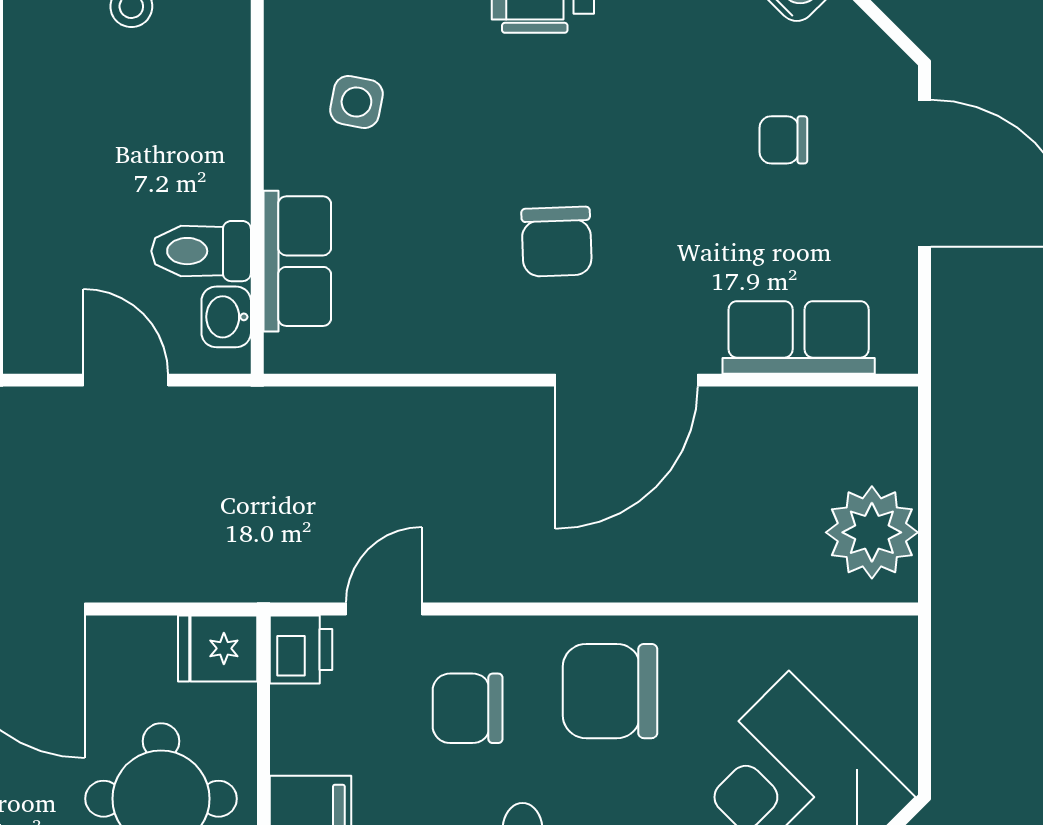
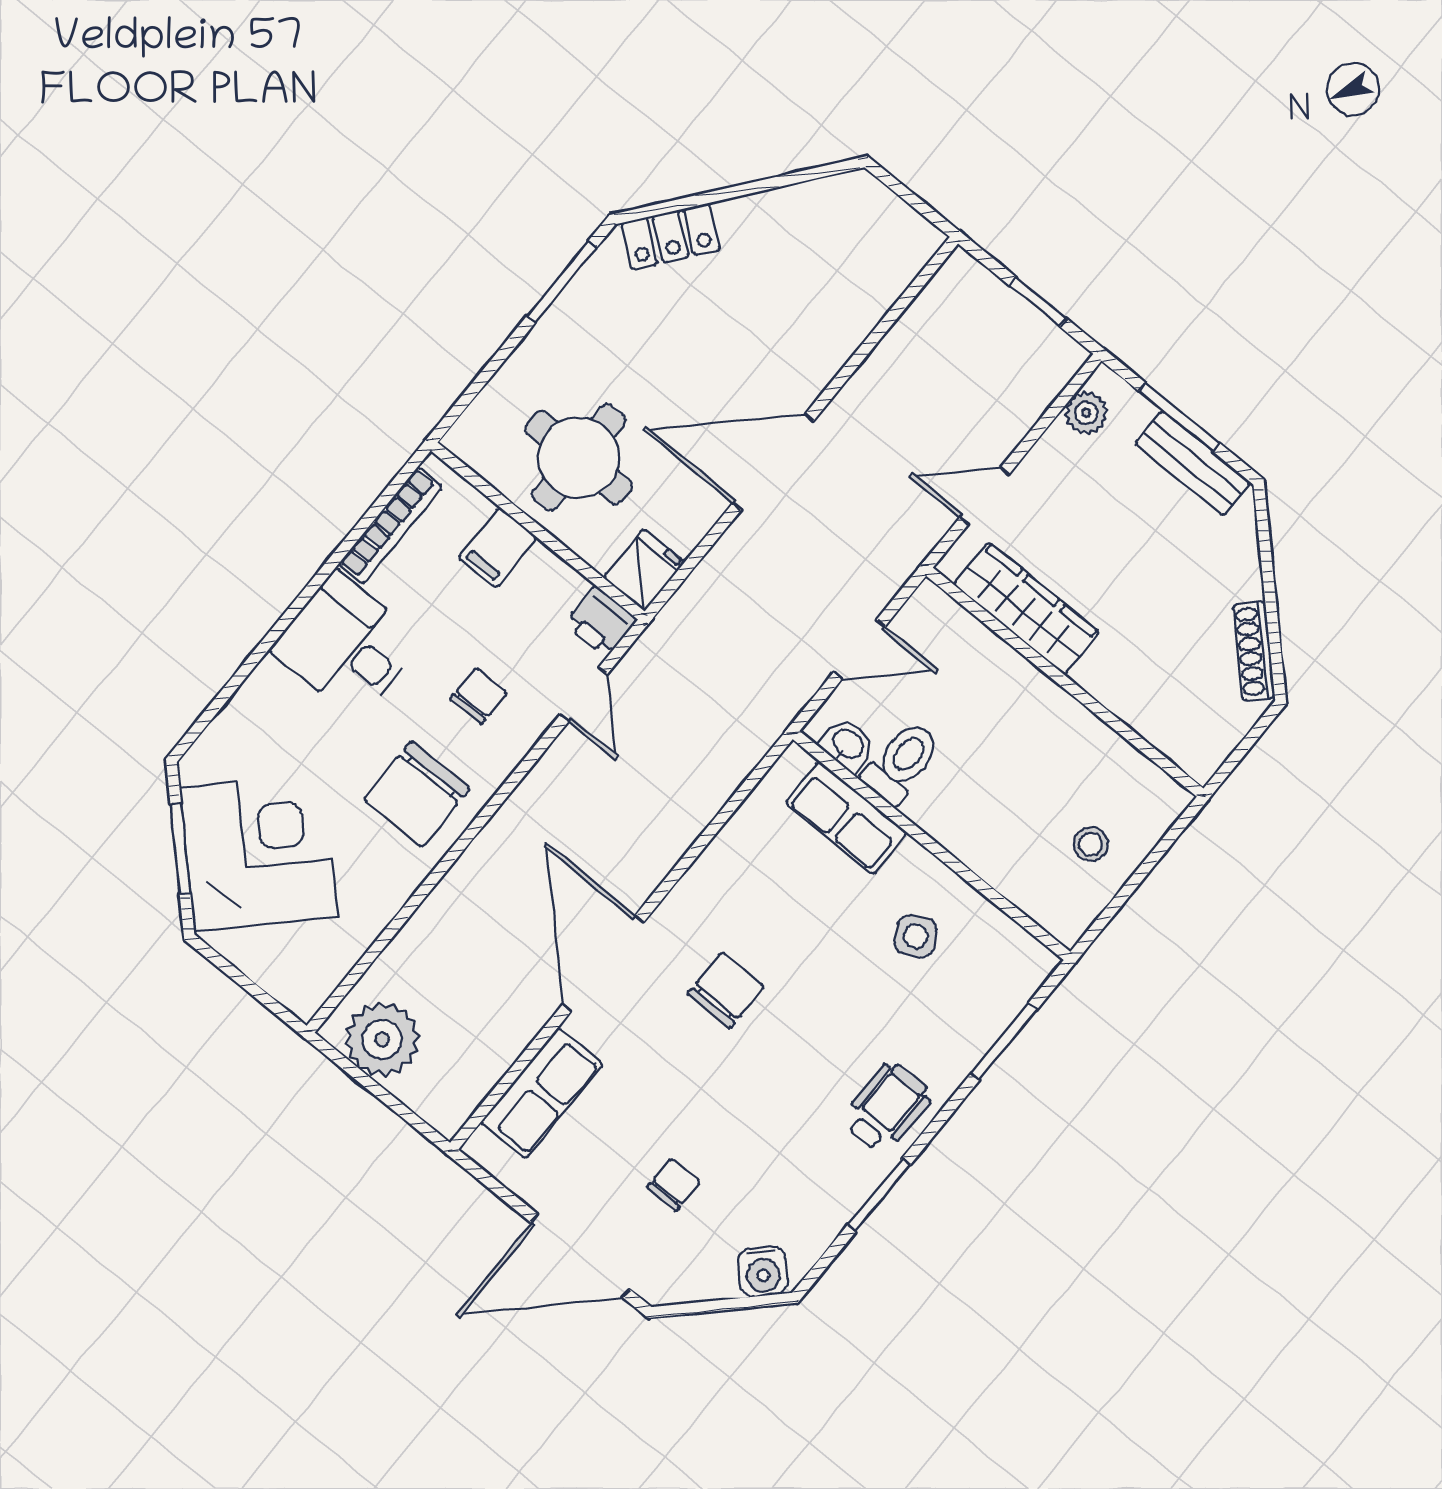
side table: (356, 102) -> (916, 936), turned -38
chair: (557, 242) -> (726, 990), turned 92
chair: (610, 691) -> (417, 794), turned 180
chair: (468, 708) -> (479, 696), width x0.73, depth x0.73

